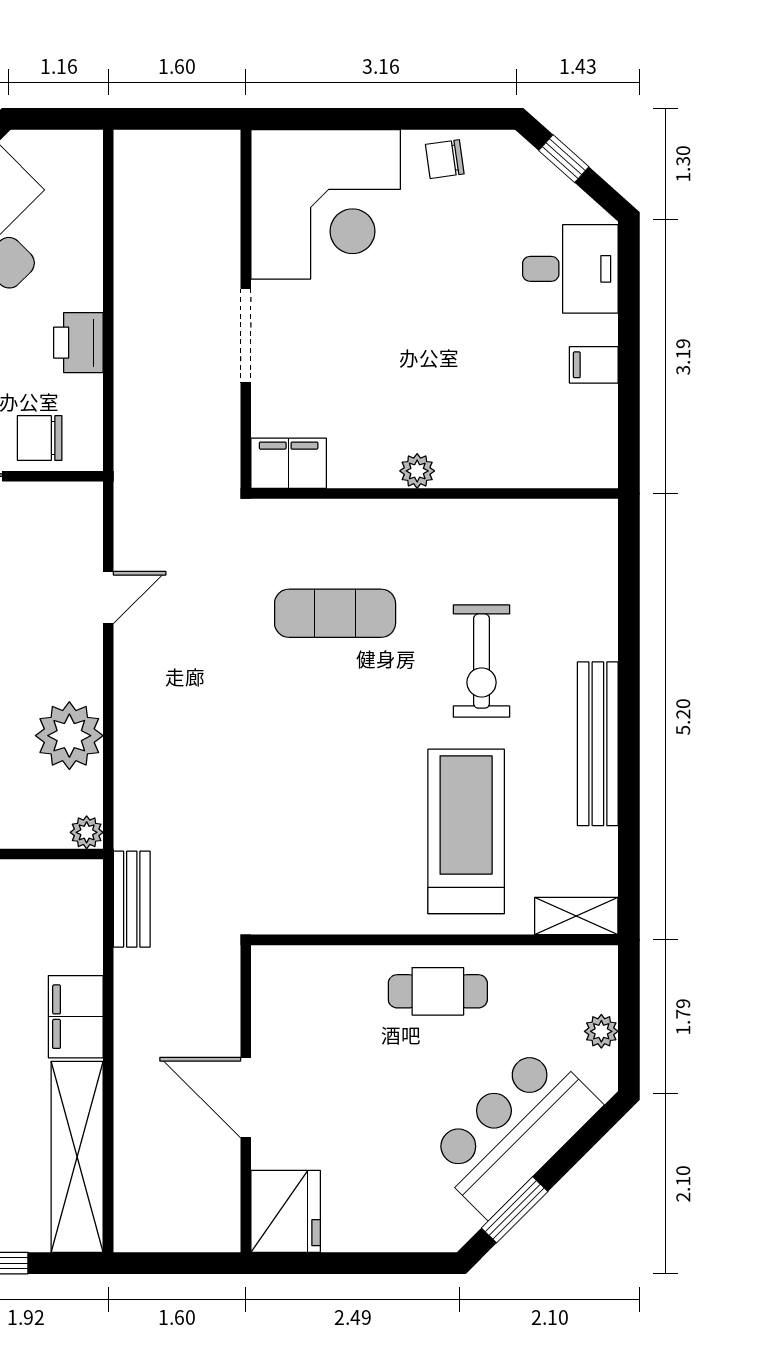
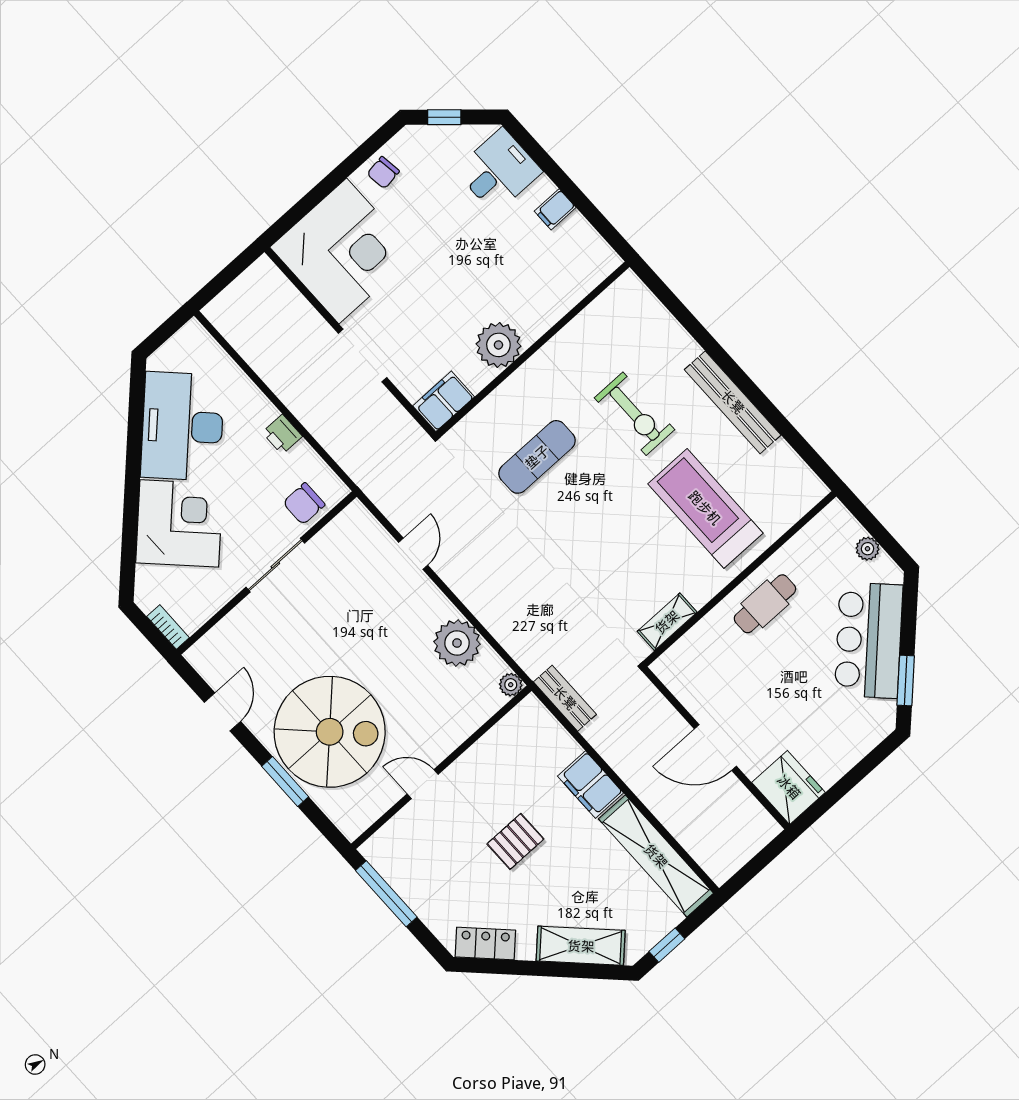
printer: (78, 343) -> (282, 434), width x0.73, depth x0.81
plant: (417, 471) -> (498, 345), width x1.87, depth x1.87
shelving: (576, 916) -> (667, 622), moved

